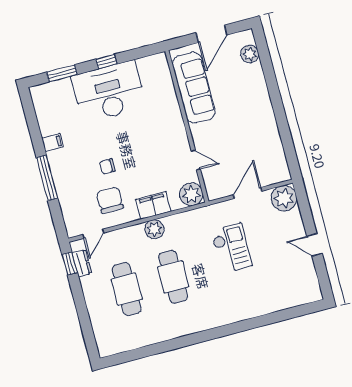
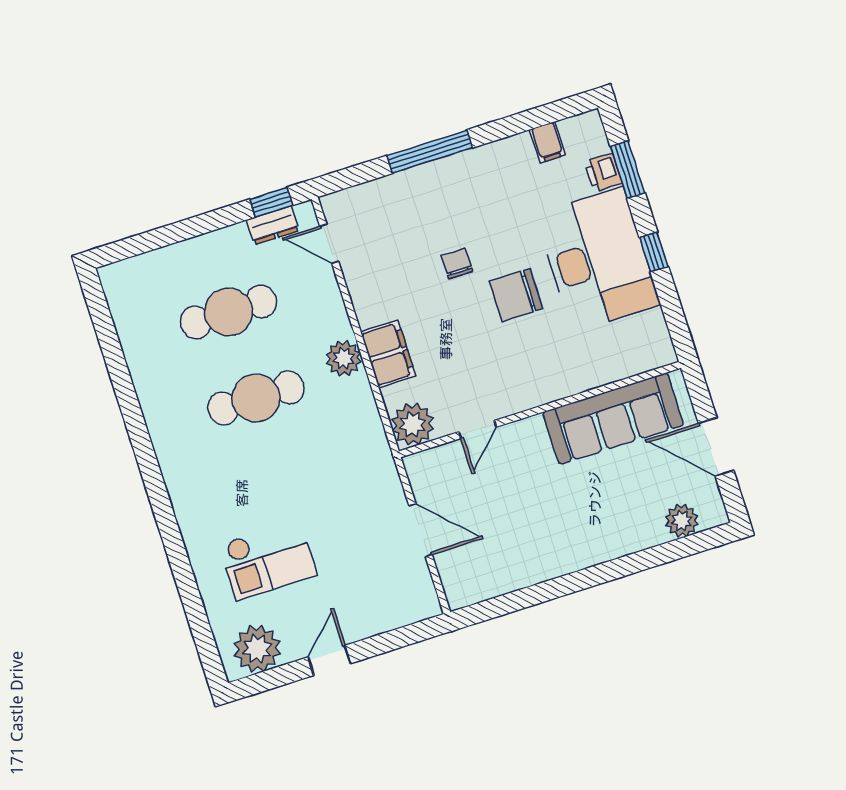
printer: (63, 86) -> (603, 172), added
filing cabinet: (52, 142) -> (548, 142), moved
plant: (284, 198) -> (257, 649), moved
chair: (110, 200) -> (516, 295), moved, turned 180
checkout: (232, 248) -> (268, 560), moved

